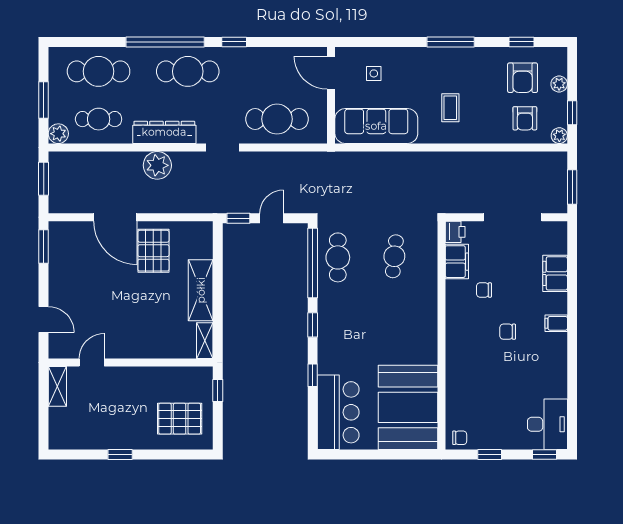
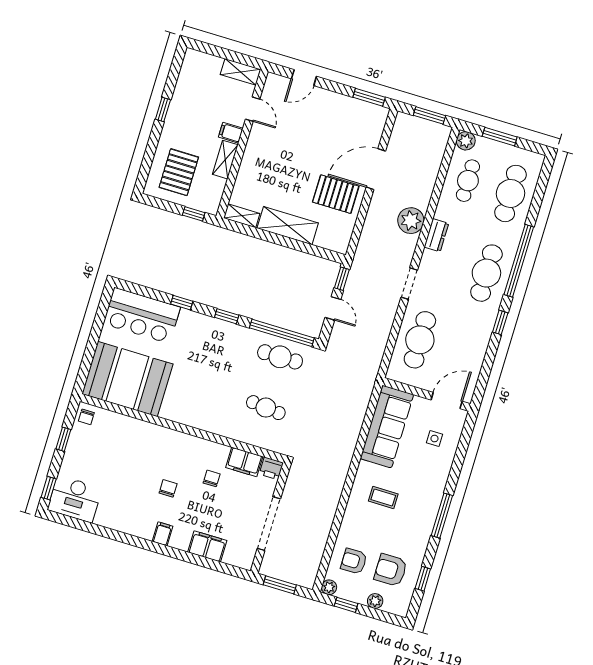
dresser: (164, 132) -> (436, 235), width x0.51, depth x0.80
shelving: (152, 375) -> (225, 160), added
filing cabinet: (123, 378) -> (231, 133), added

